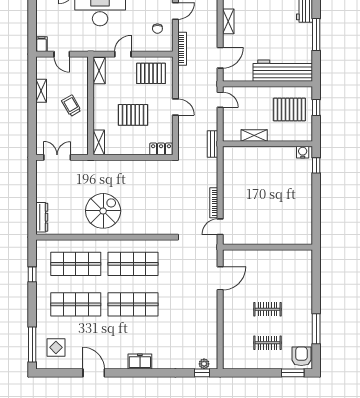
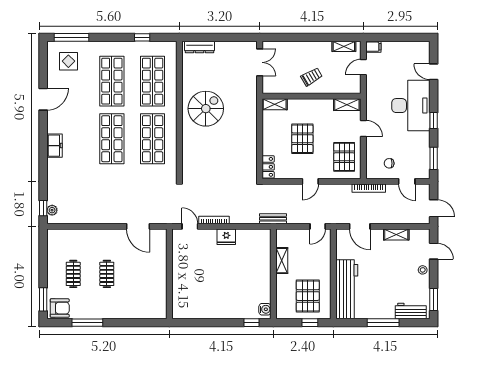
shelving: (41, 91) -> (344, 46), moved
fridge: (230, 191) -> (226, 237), added
spiral stairs: (103, 211) -> (206, 109), turned -90

